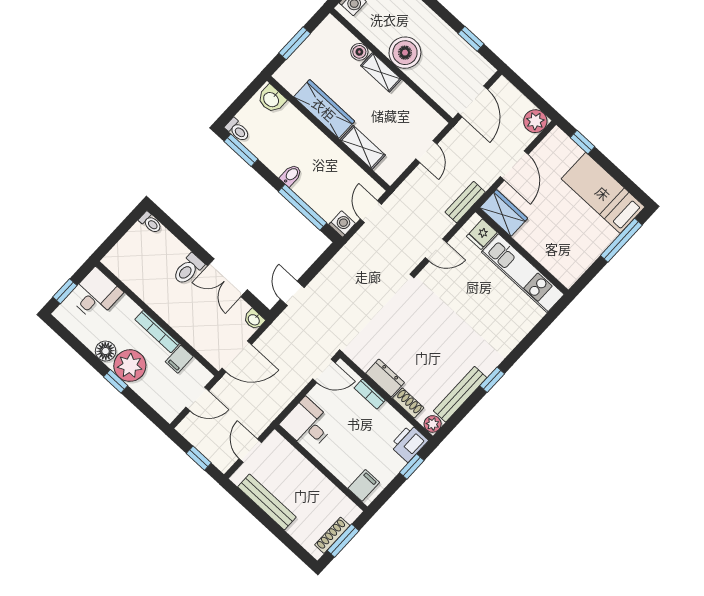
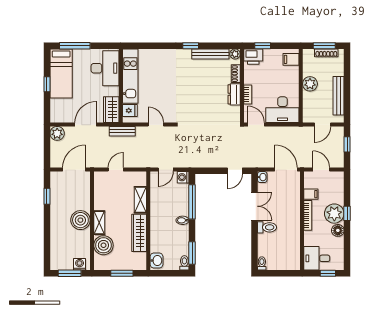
boiler: (359, 52) -> (103, 245), width x1.86, depth x1.86
window: (583, 142) -> (47, 84), moved
desk: (560, 252) -> (105, 68), added
desk: (308, 424) -> (282, 110), width x1.37
plant: (313, 481) -> (310, 84), added

